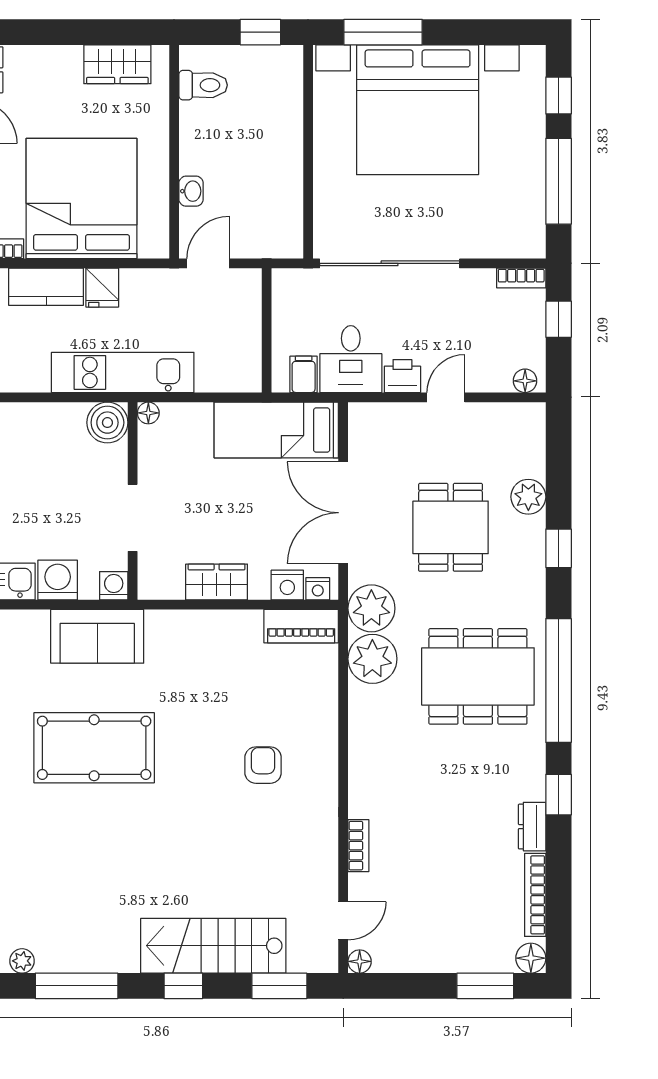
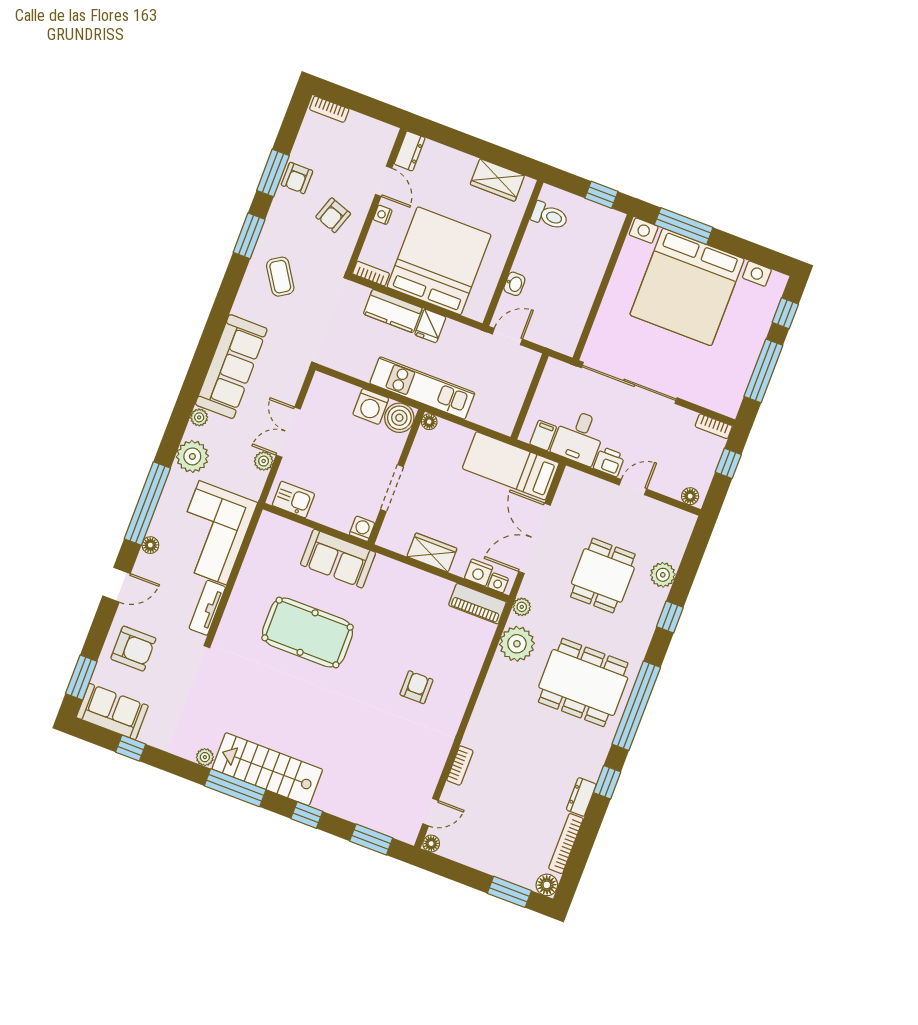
washing machine: (58, 580) -> (371, 406), moved, turned 180
plant: (371, 608) -> (522, 607), width x0.53, depth x0.53
stairs: (213, 946) -> (267, 769), moved

